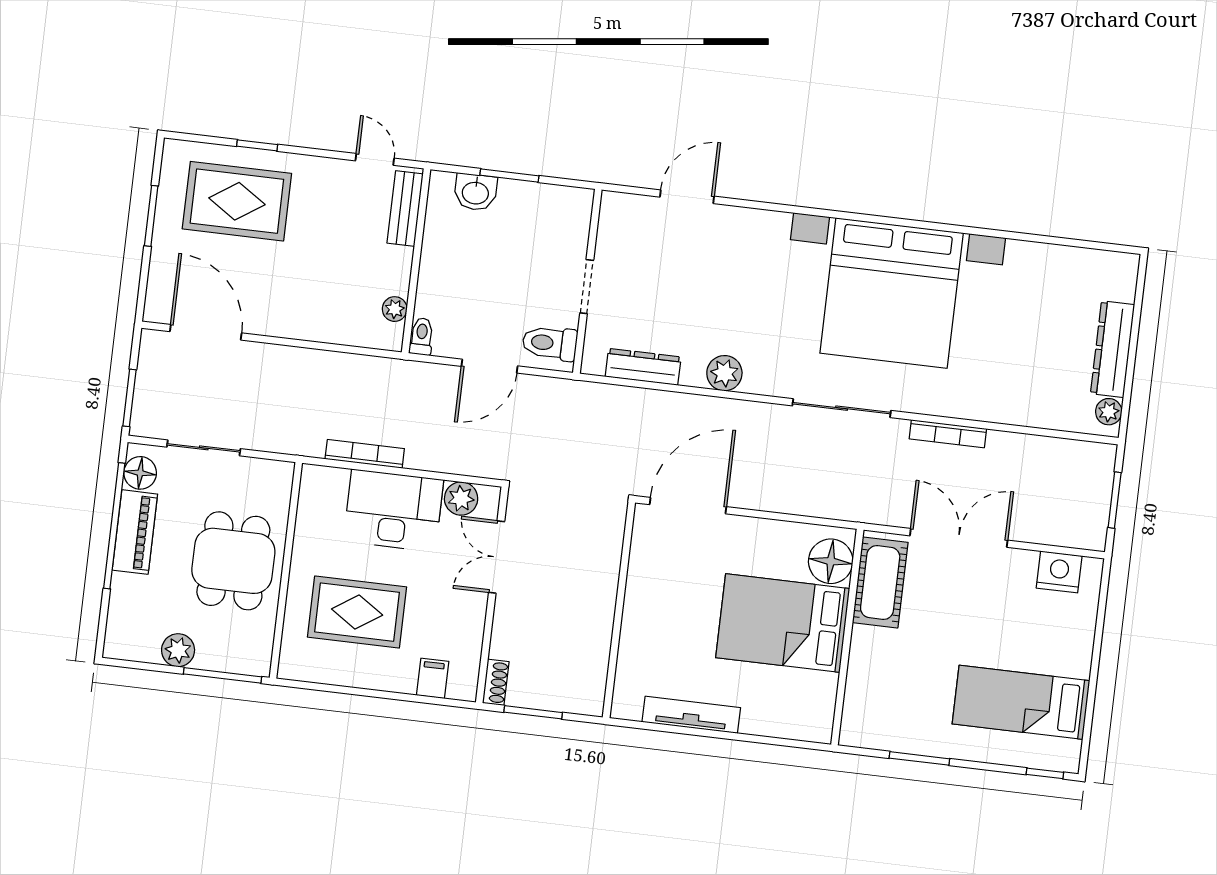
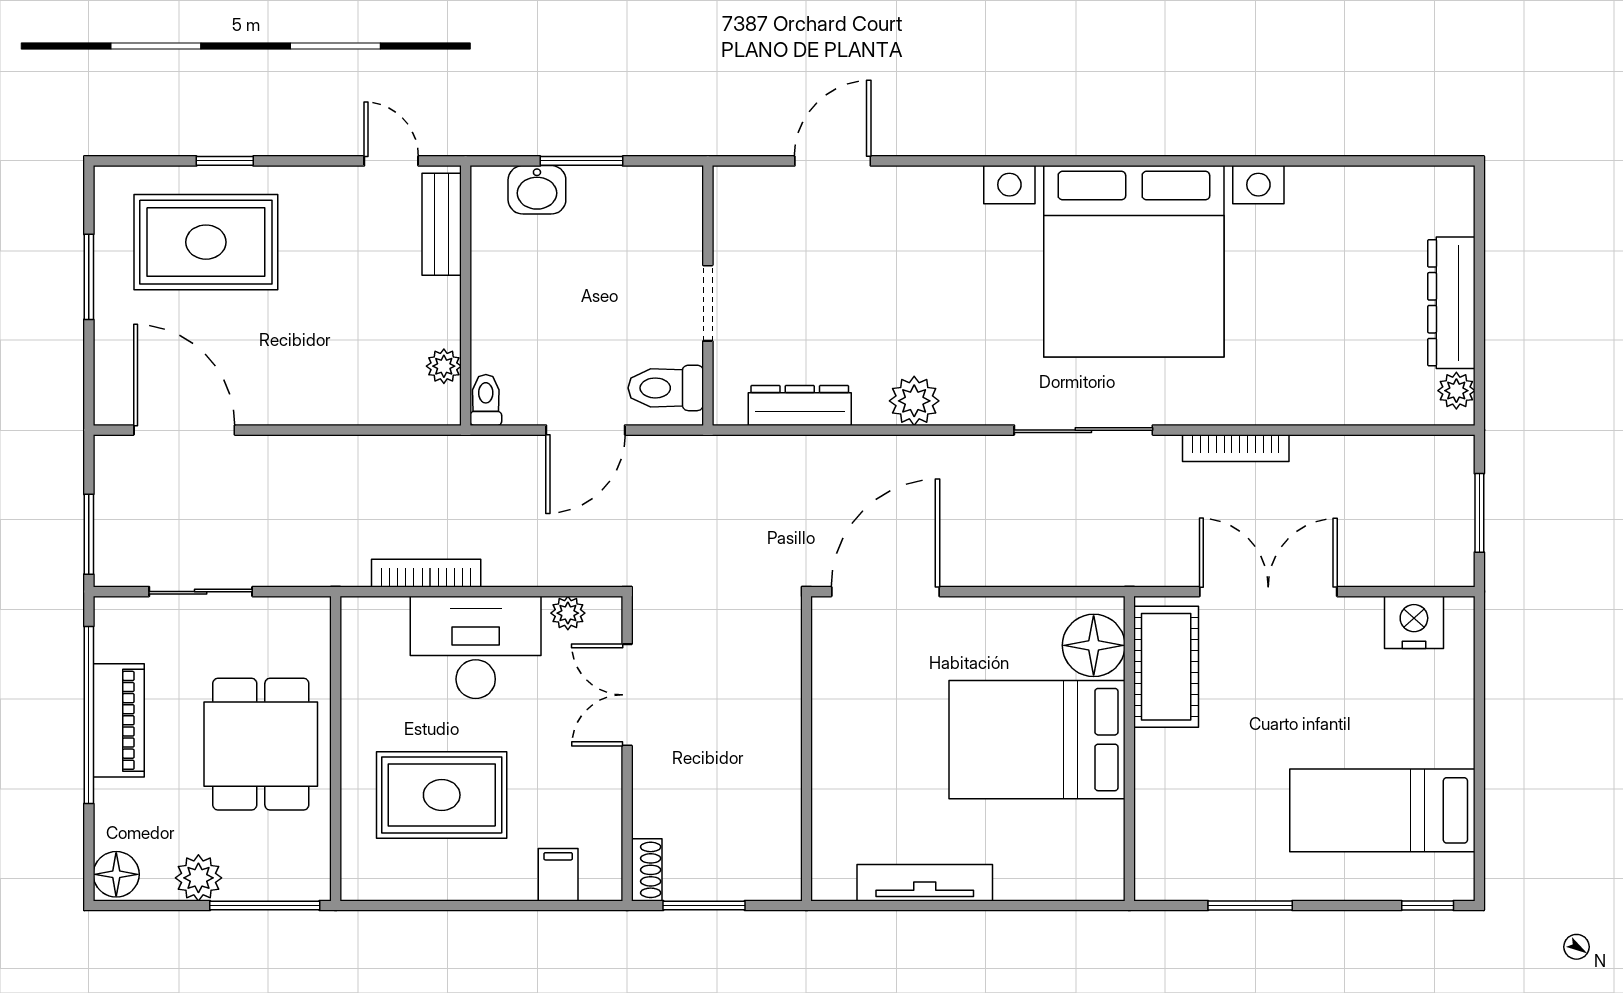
floor lamp: (140, 473) -> (116, 874), moved
plant: (461, 499) -> (568, 613), width x0.73, depth x0.73

